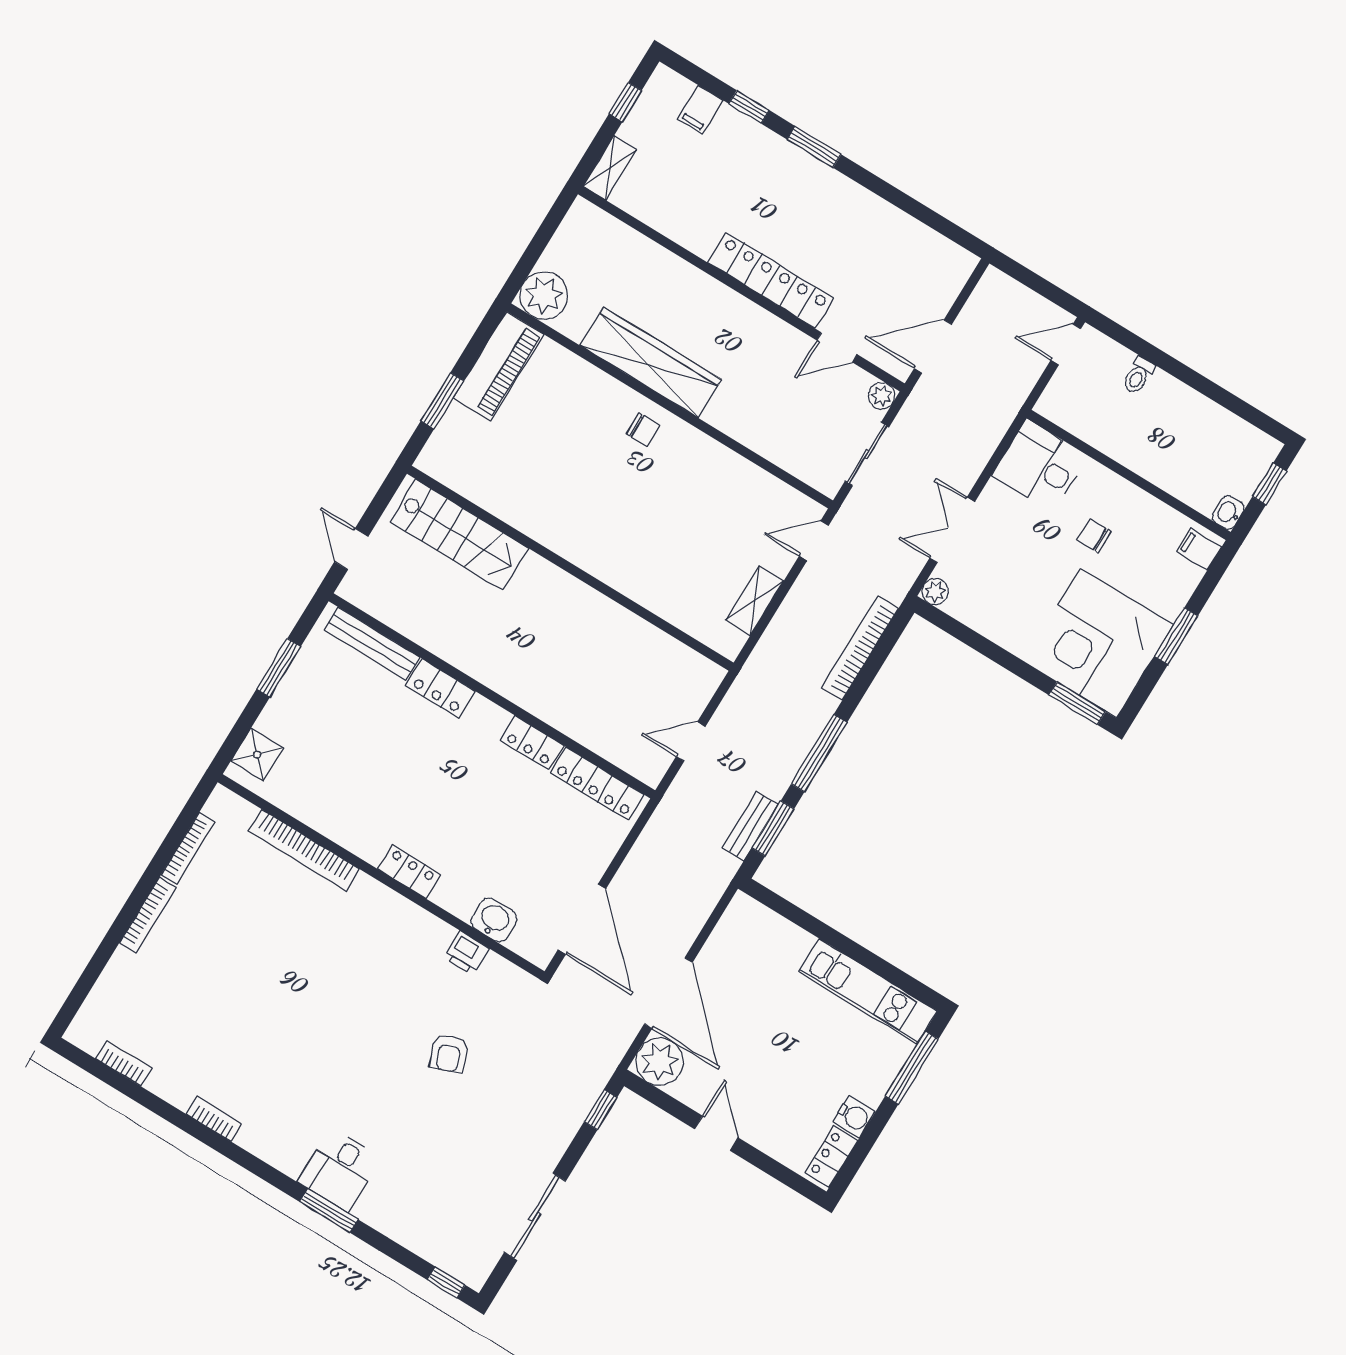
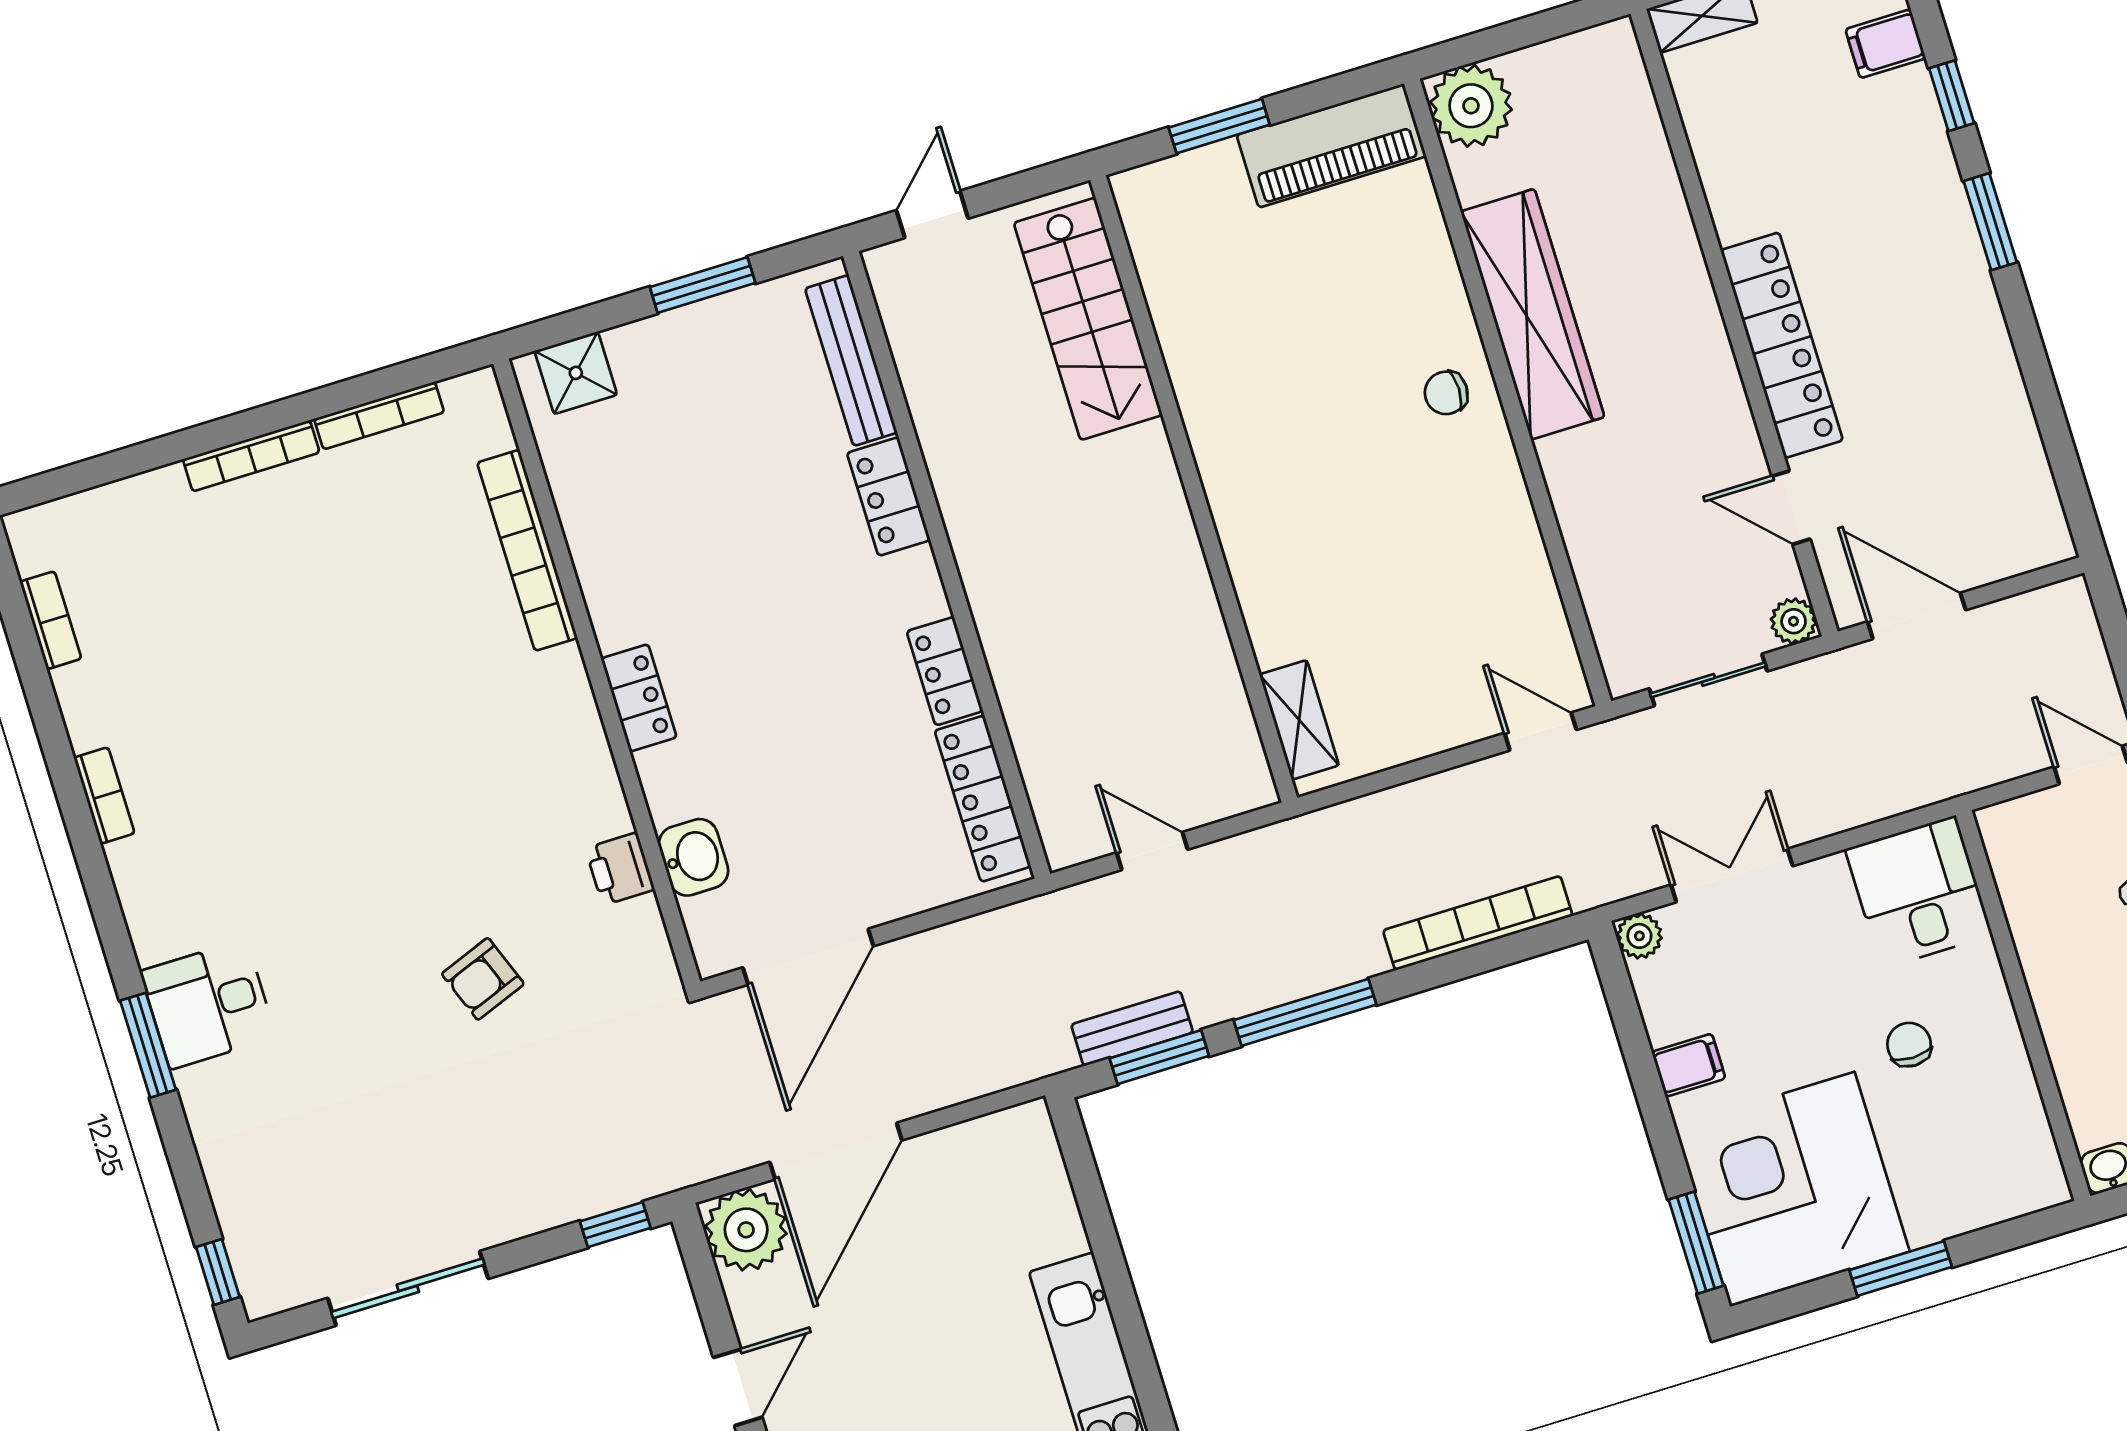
chair: (643, 430) -> (1446, 393), turned 90
filing cabinet: (1199, 549) -> (1689, 1065), moved, turned 90
shelving: (755, 601) -> (1299, 720), moved, turned 90

